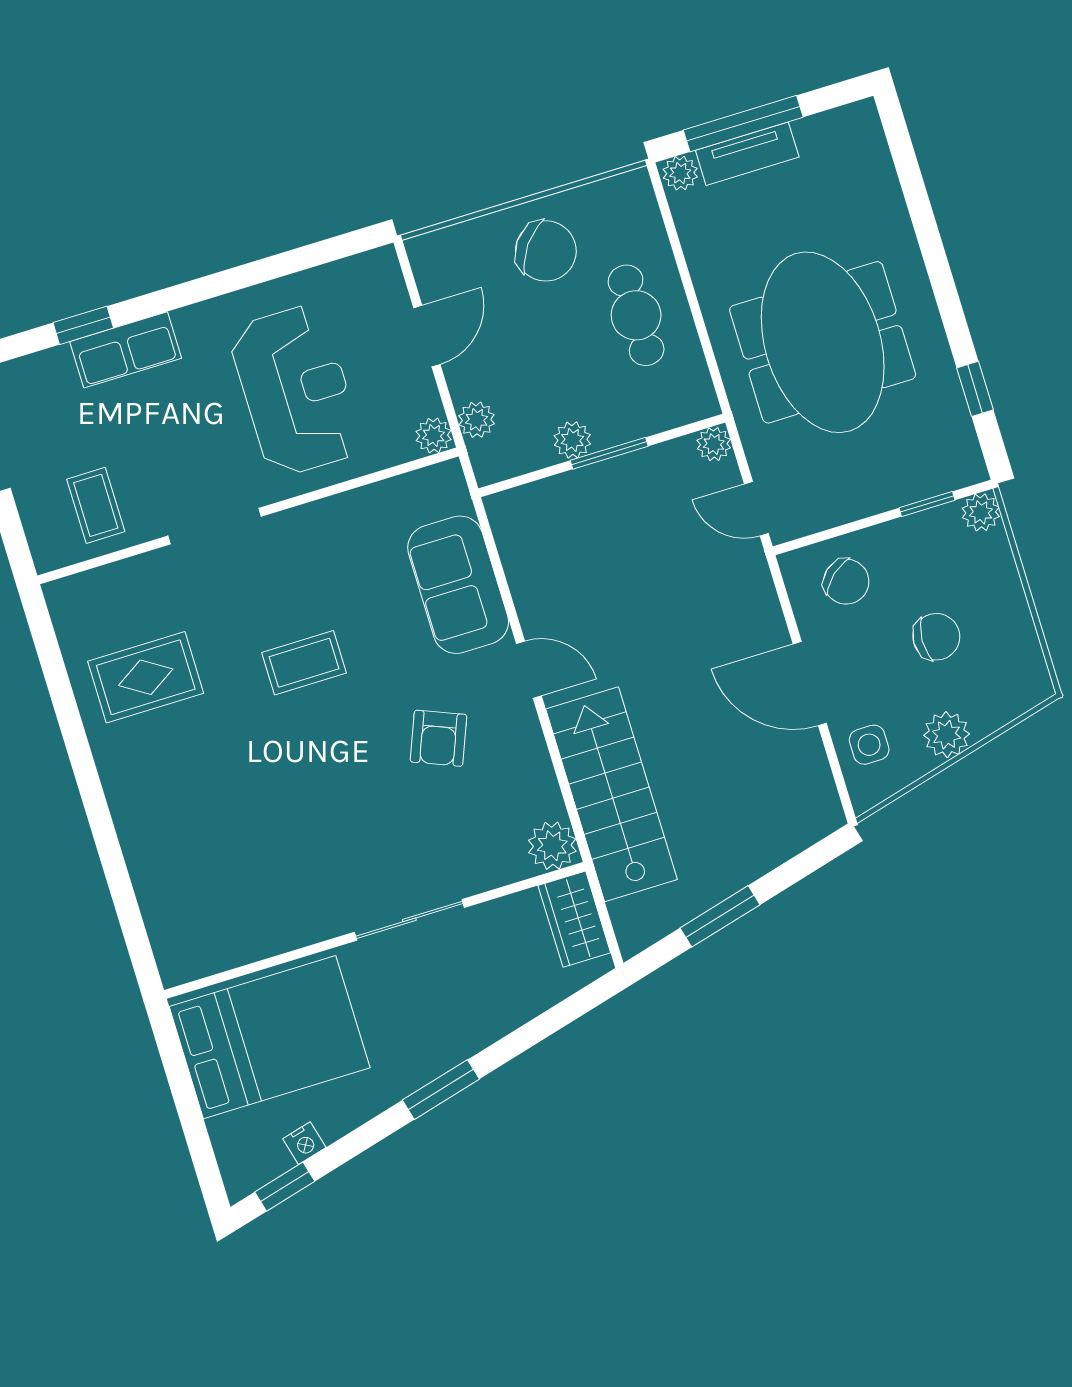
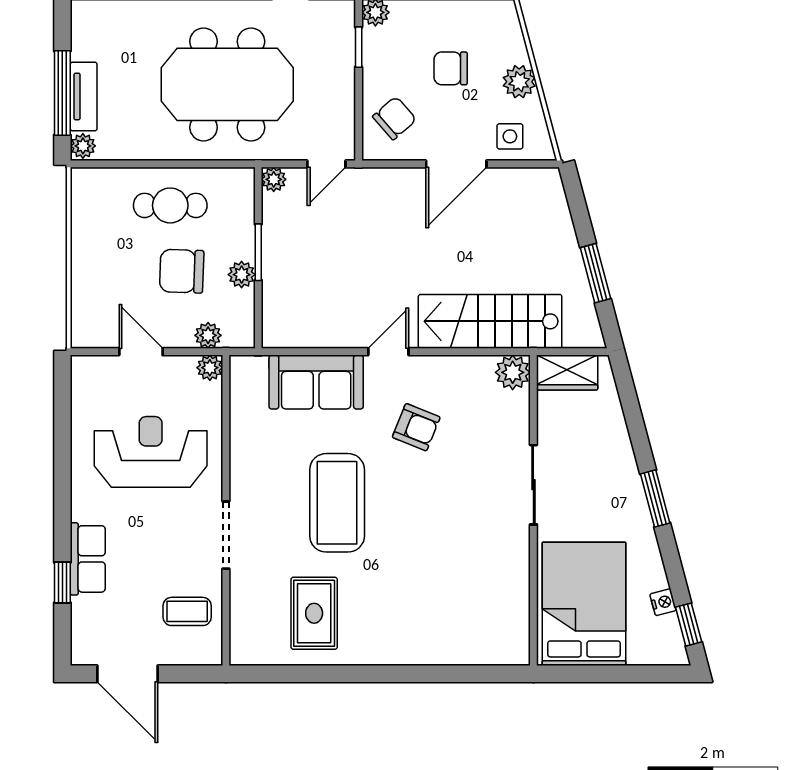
chair: (546, 251) -> (182, 271), moved, turned -125
chair: (936, 637) -> (451, 68), turned -92
coffee table: (304, 663) -> (337, 503), width x1.86, depth x1.72

